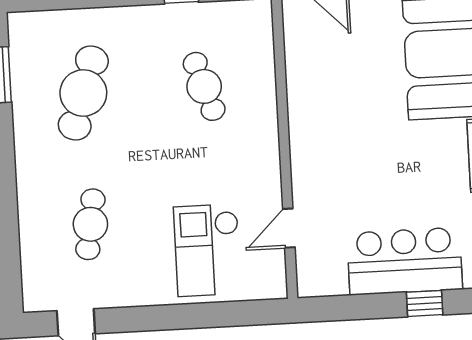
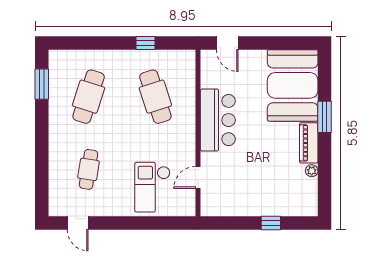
cafe table: (204, 86) -> (155, 97), width x1.37, depth x1.35
bar counter: (405, 261) -> (218, 120), moved, turned 90

